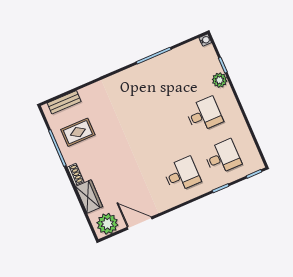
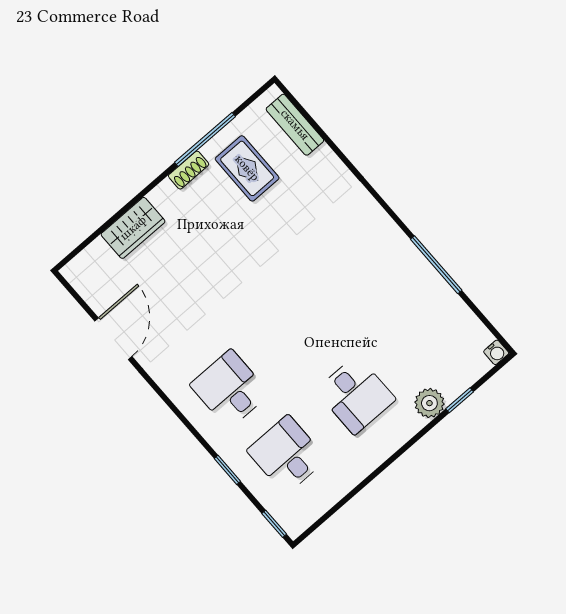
desk: (222, 157) -> (287, 455), turned 180
shoe rack: (75, 174) -> (189, 170), moved
desk: (182, 175) -> (230, 389), turned 180
plant: (107, 224) -> (93, 279), removed

